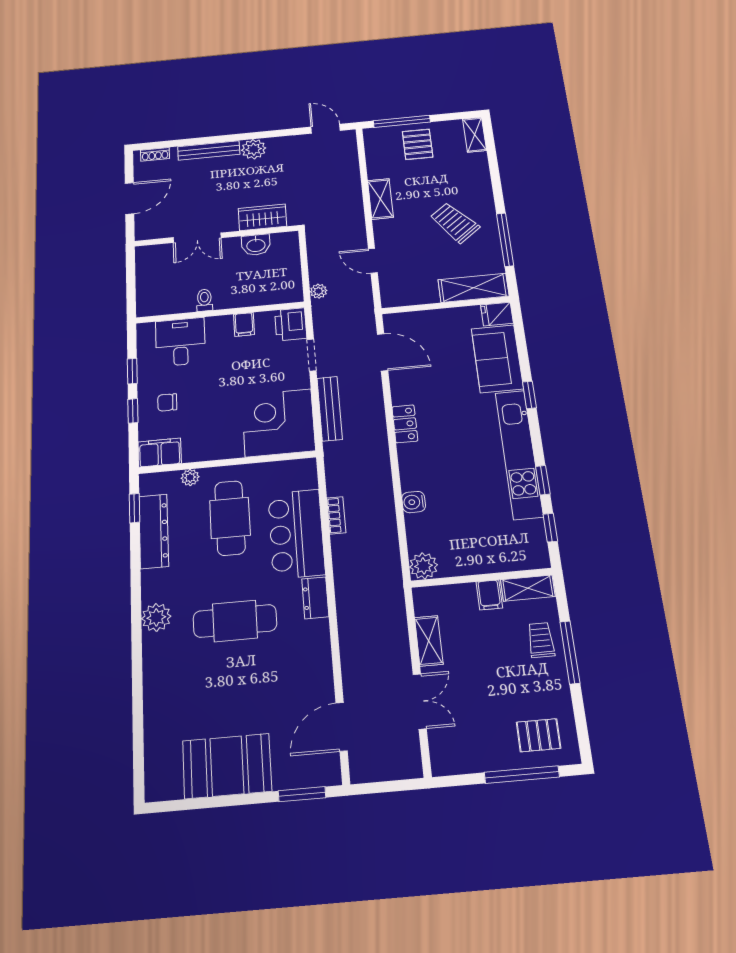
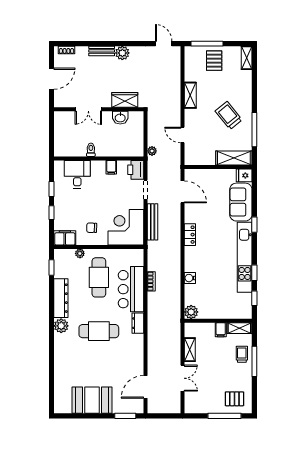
bench: (209, 150) -> (102, 51), width x0.73
chair: (167, 402) -> (92, 228), moved
dresser: (154, 531) -> (61, 298), moved

